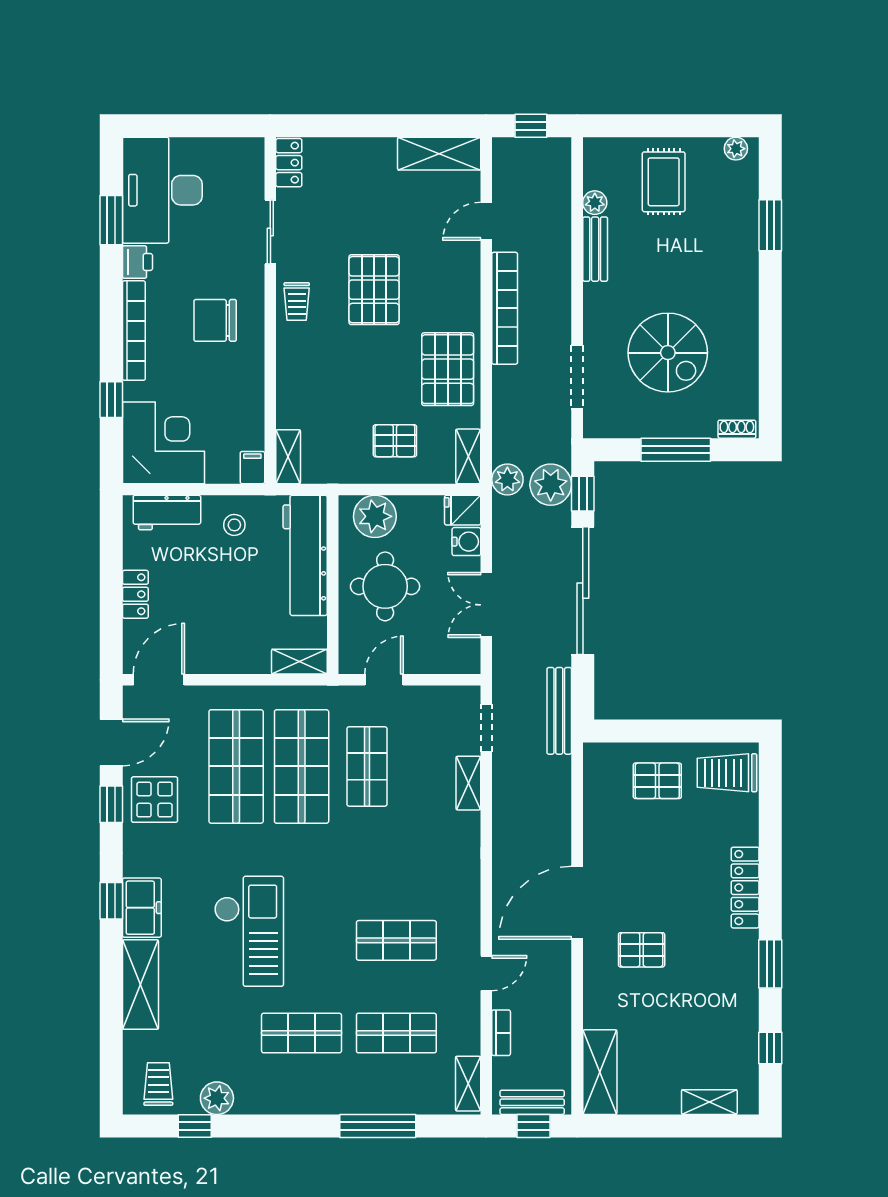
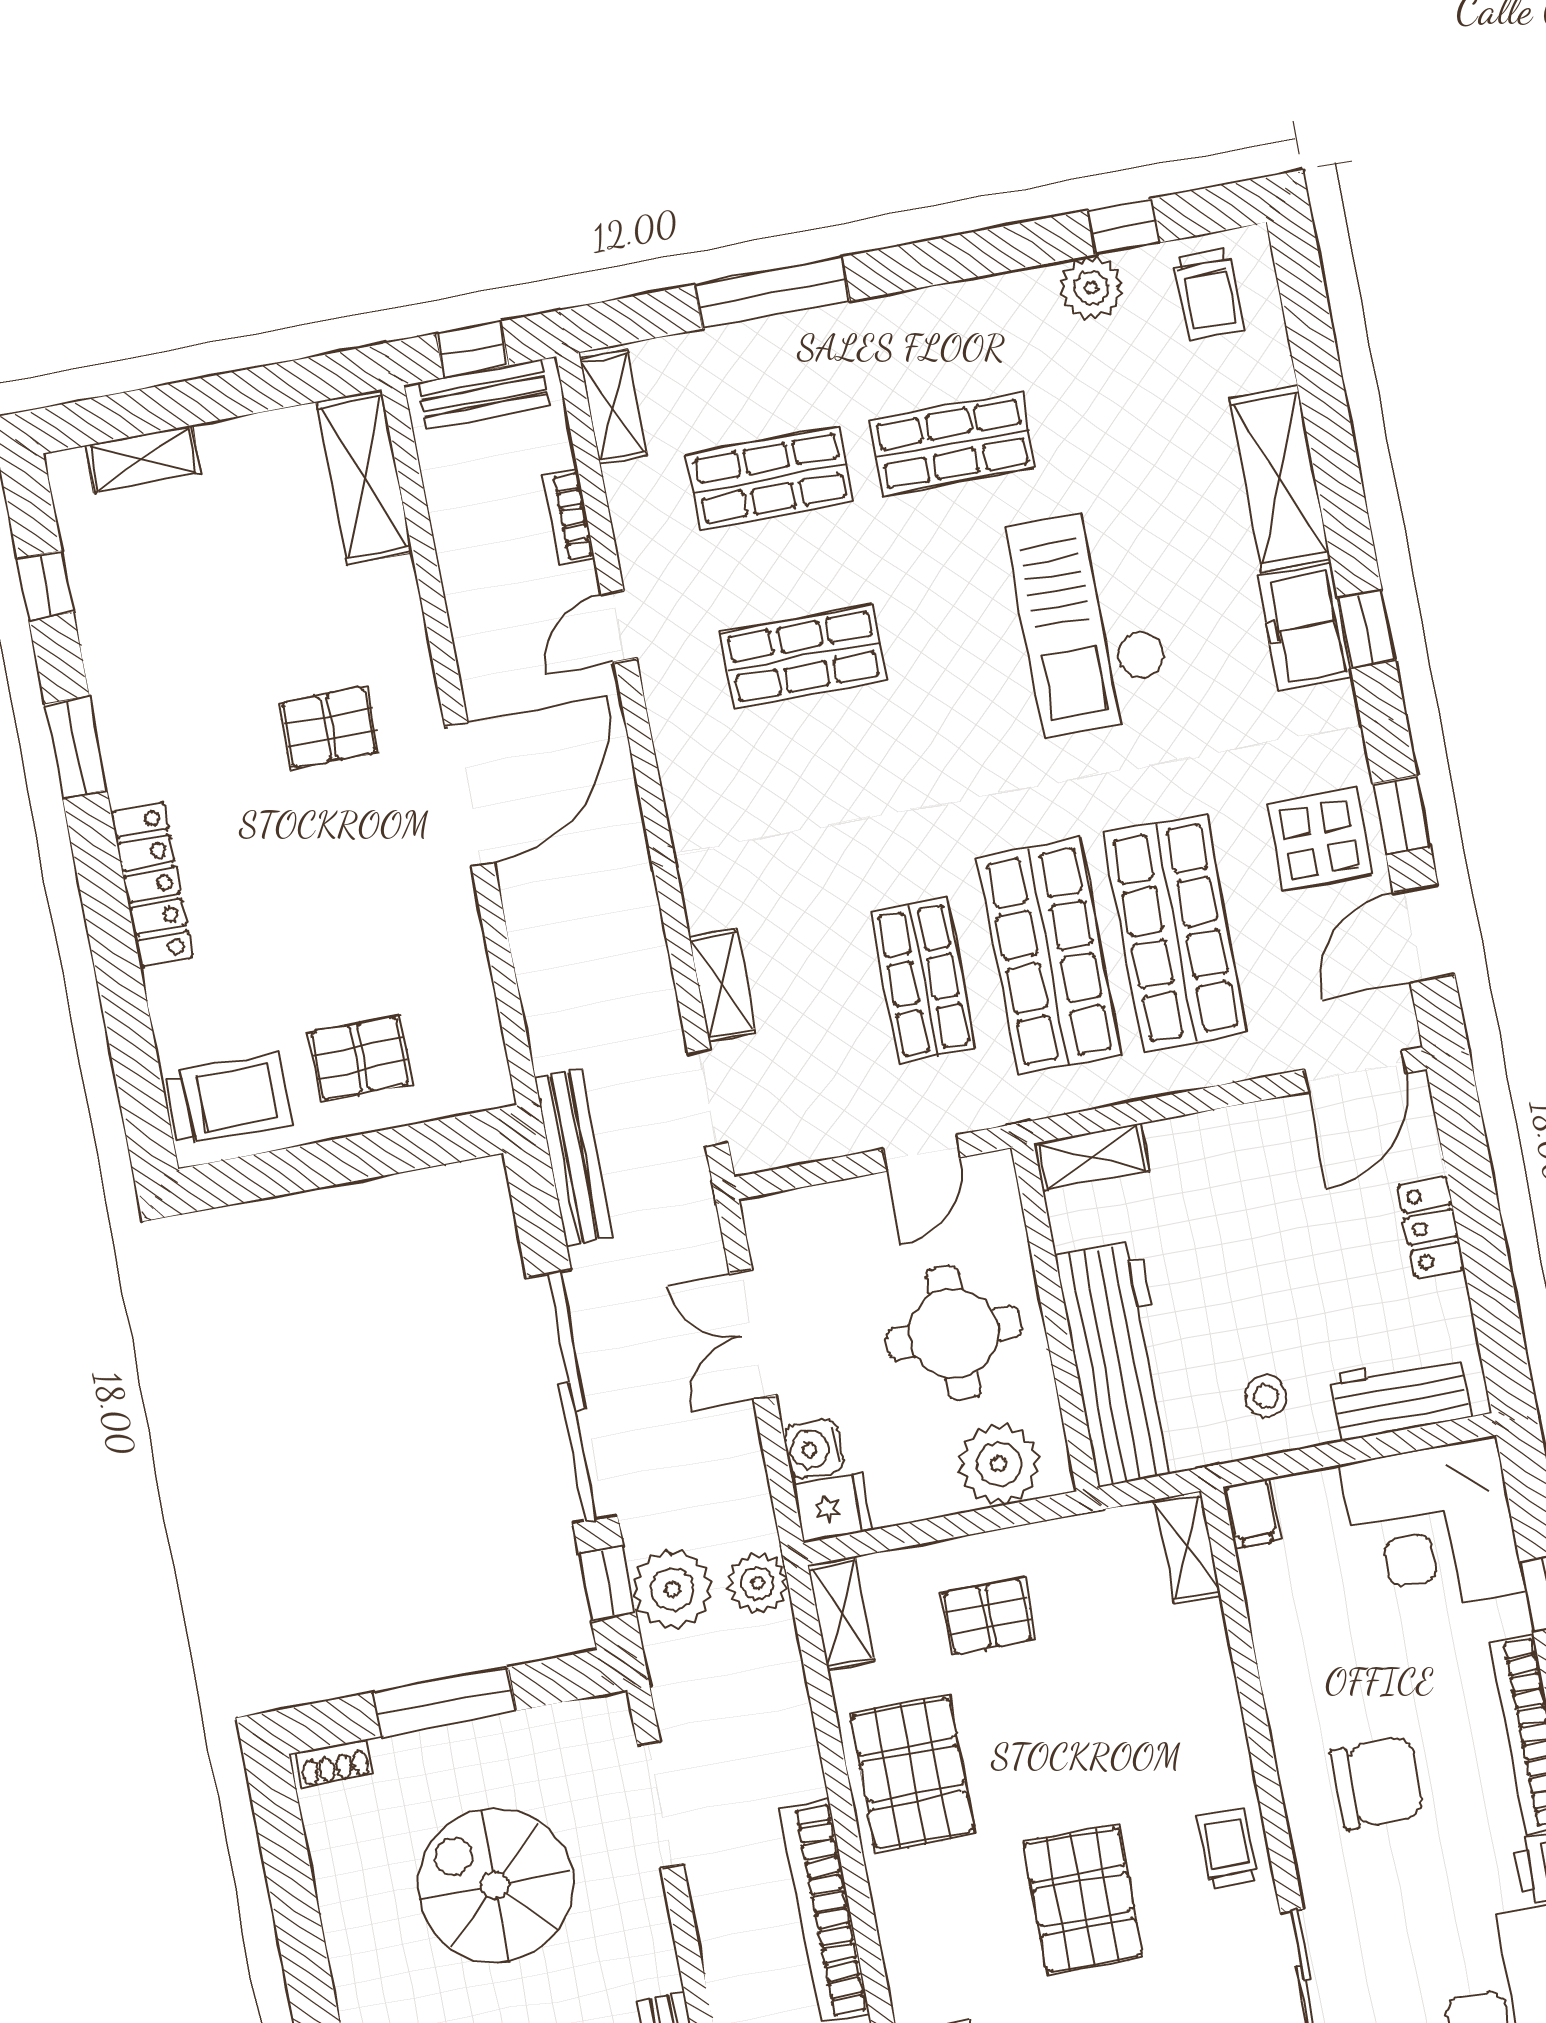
double door: (486, 605) -> (753, 1334), swing flipped

